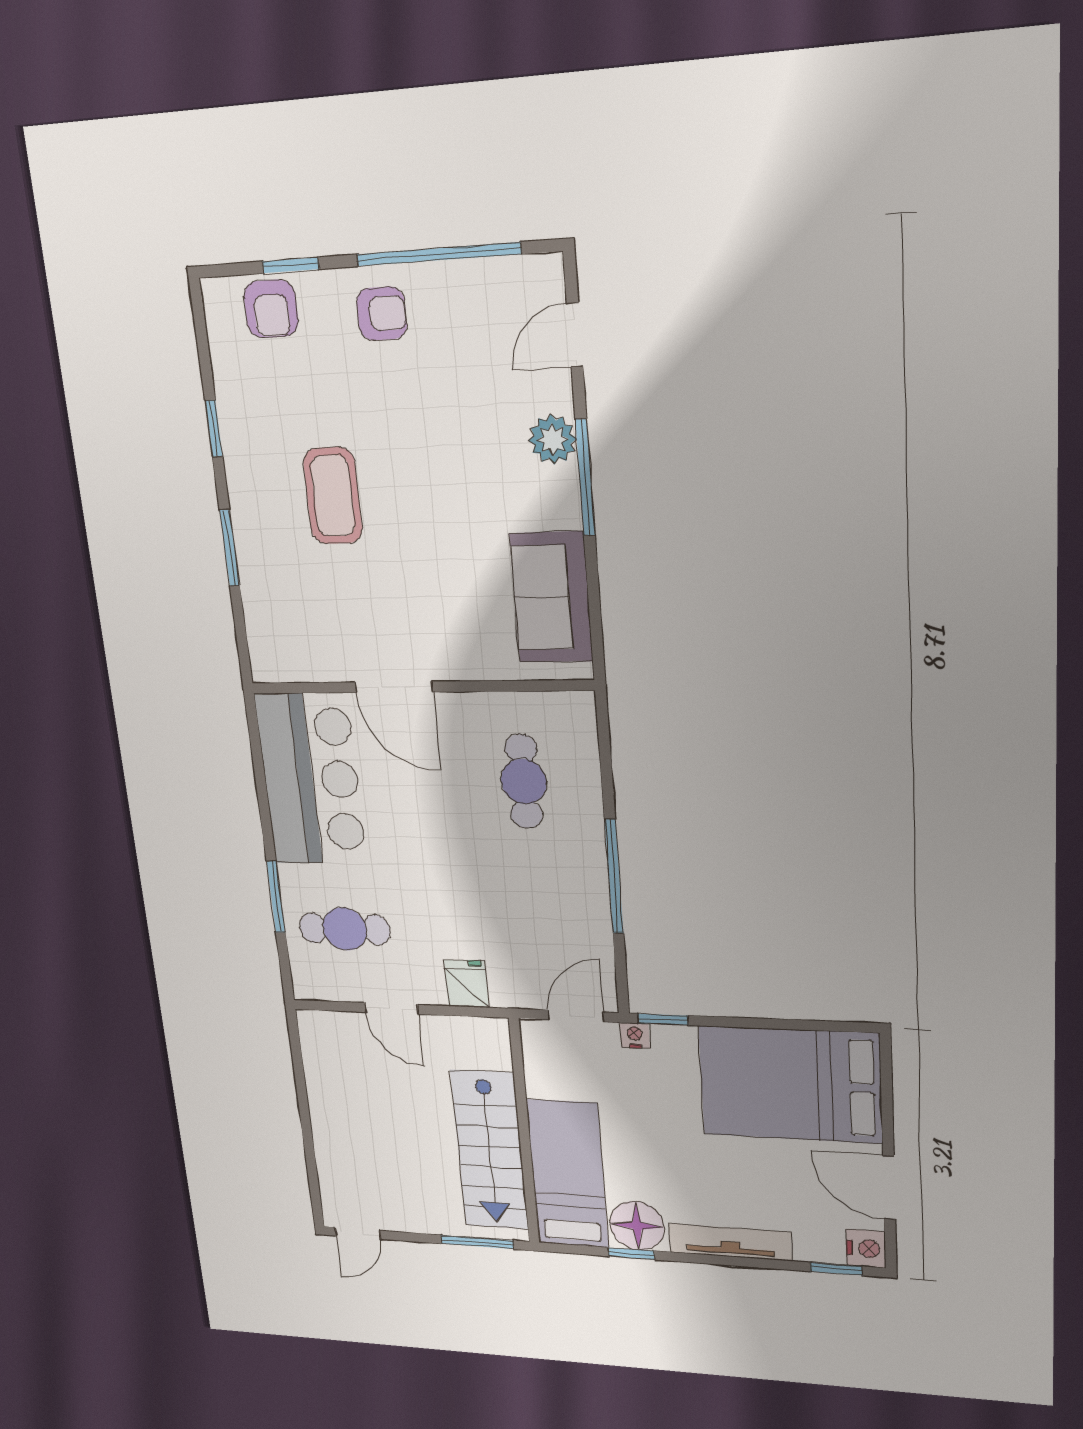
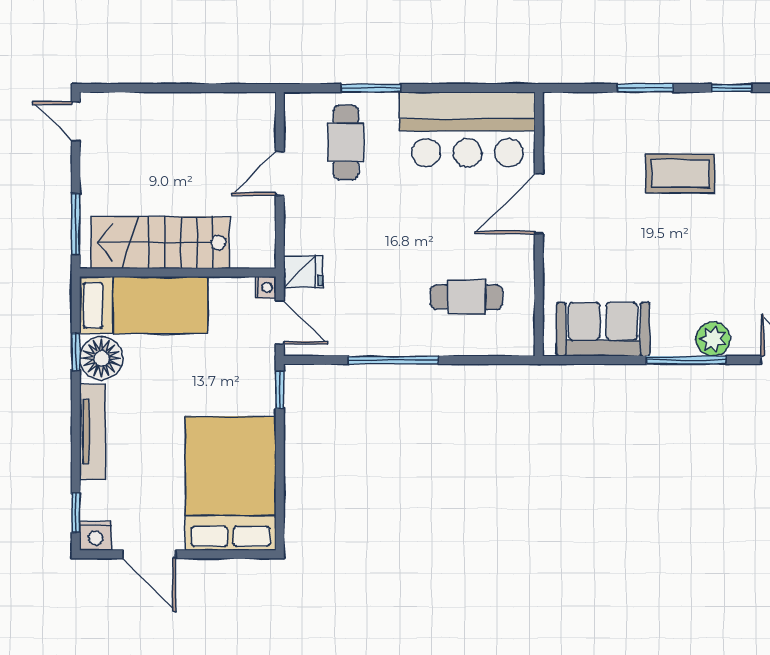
fridge: (466, 984) -> (303, 272), moved
nightstand: (635, 1035) -> (265, 288), moved
door: (889, 1188) -> (149, 554), swing flipped

